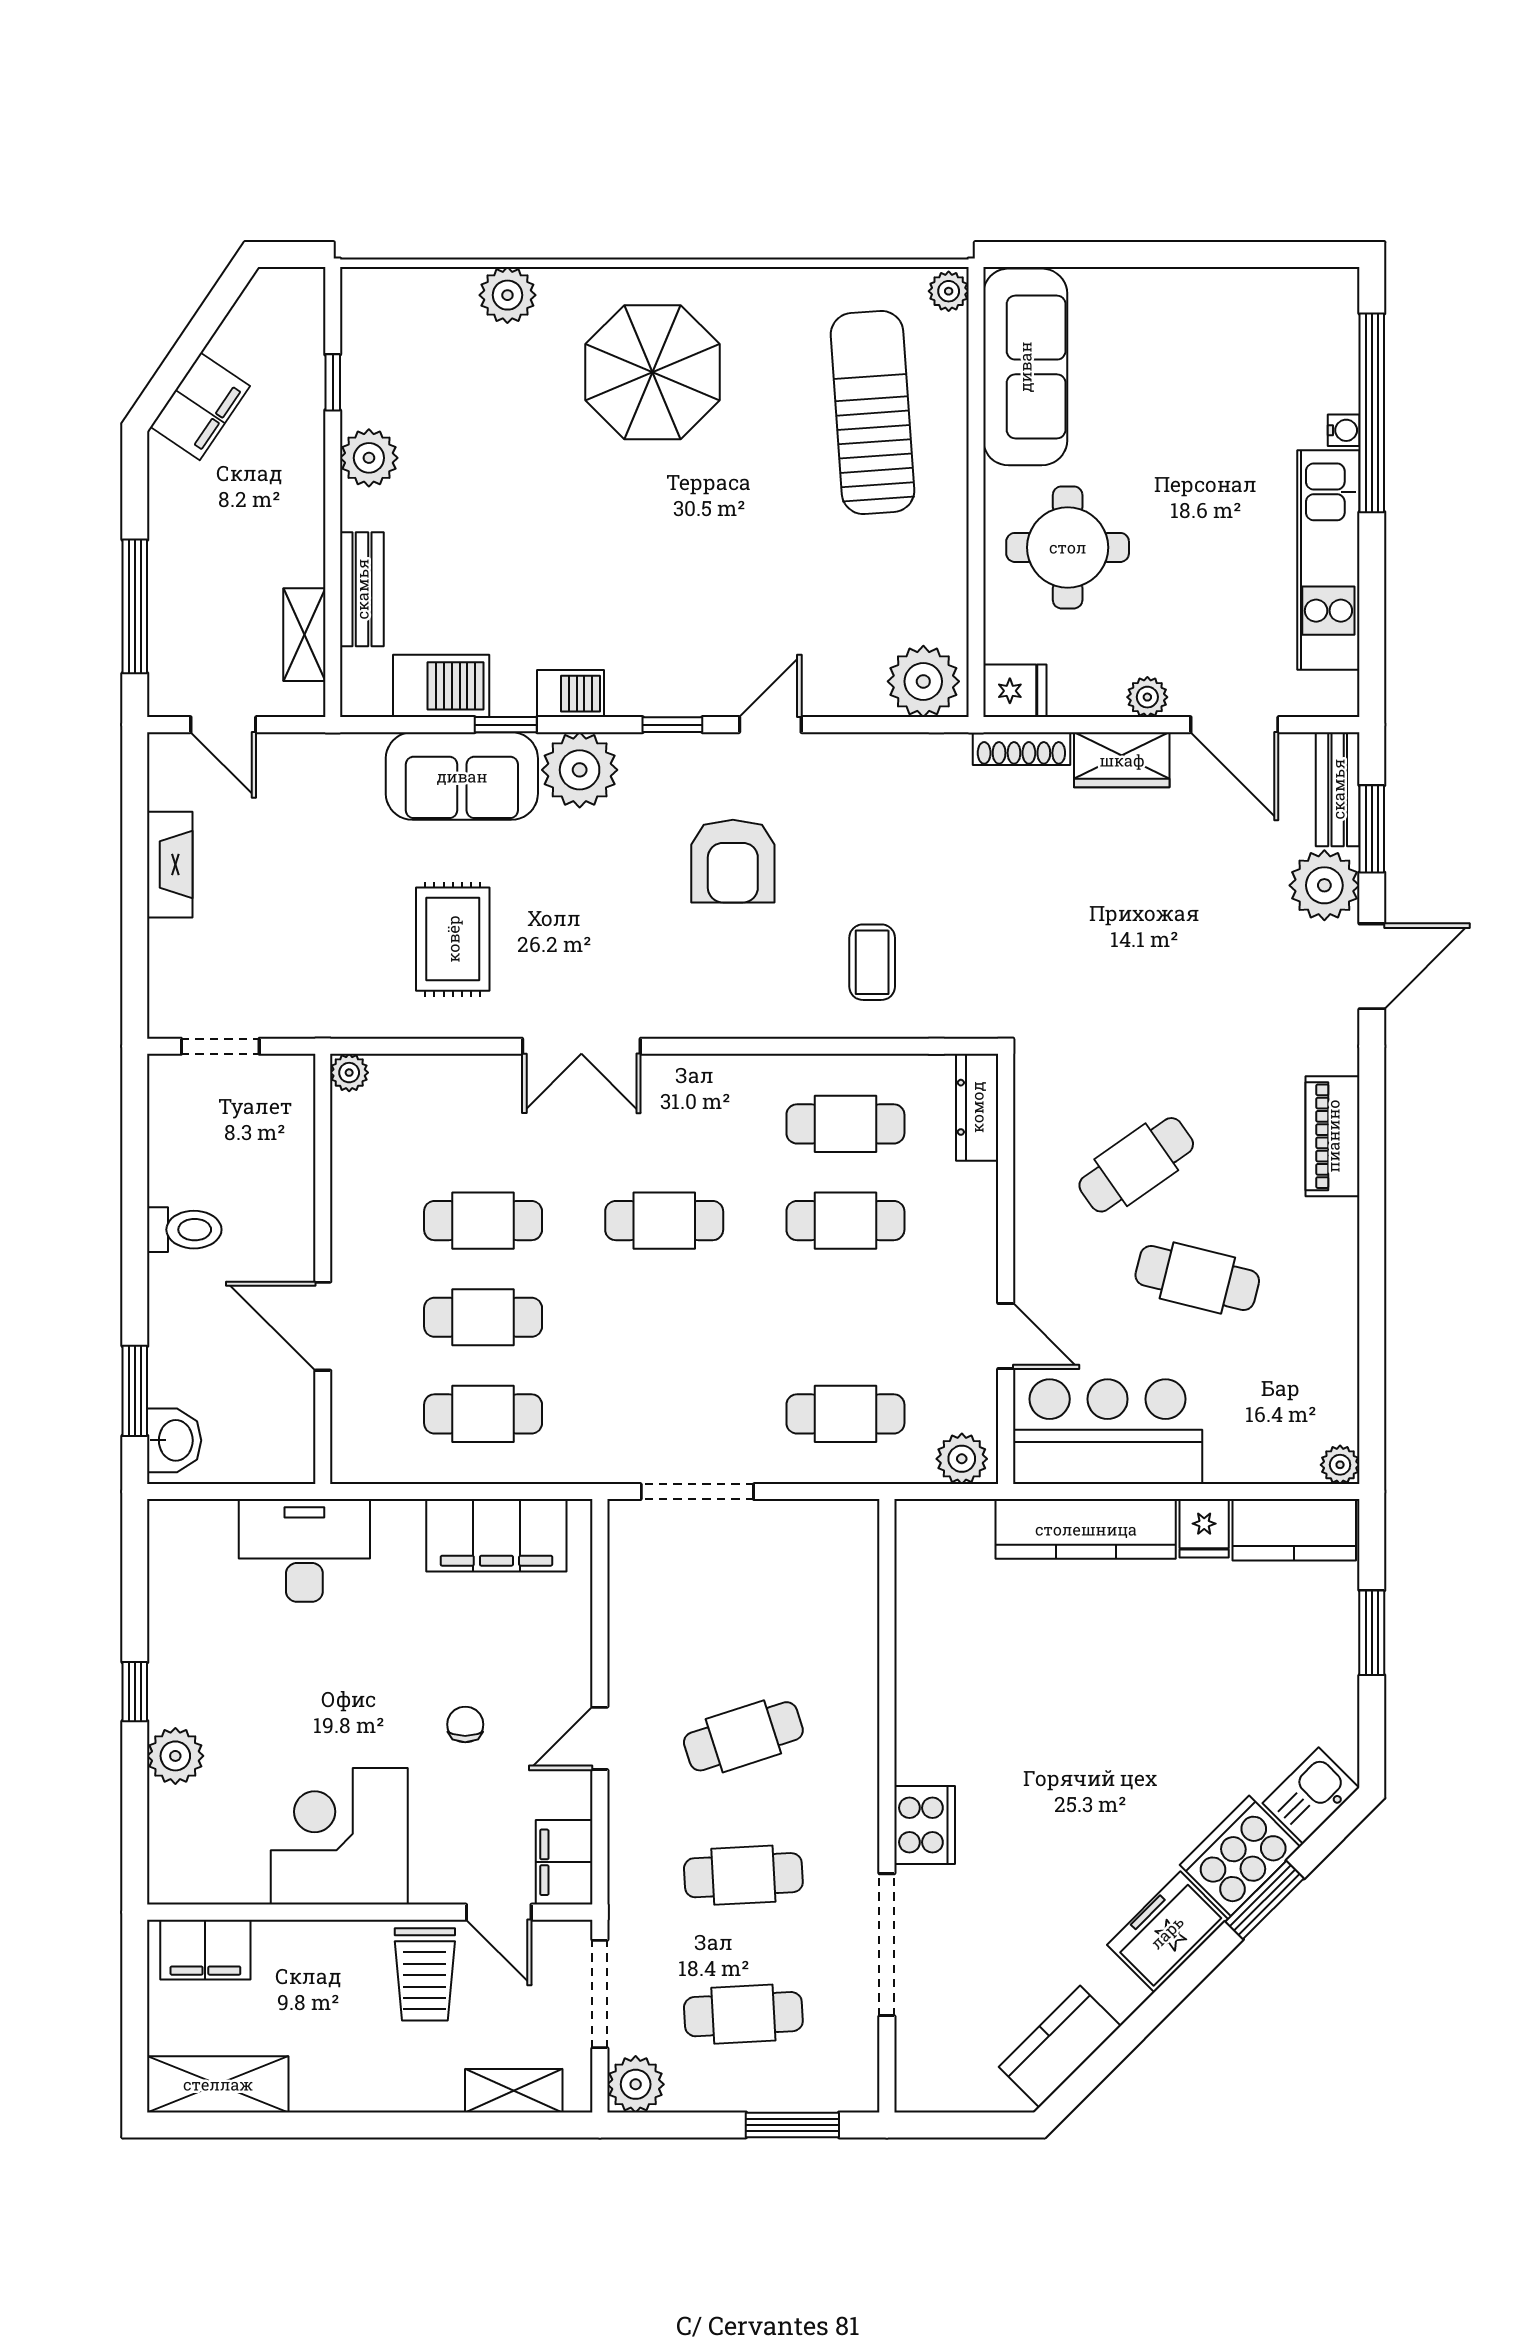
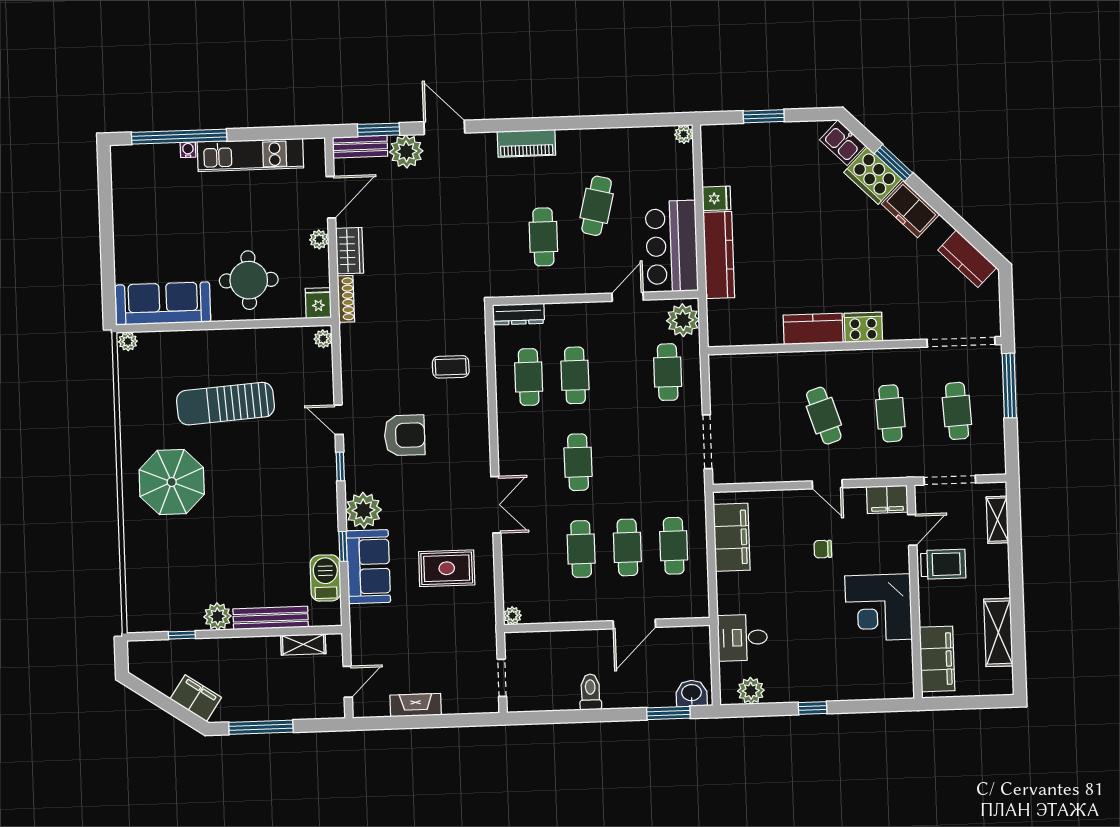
plant: (507, 295) -> (137, 553), removed
sun lounger: (872, 413) -> (225, 404), moved
bench: (362, 589) -> (271, 618), width x1.36
window: (135, 606) -> (261, 727), moved
plant: (923, 681) -> (323, 339), width x0.53, depth x0.53
barbecue: (571, 694) -> (327, 516), removed
cafe table: (1136, 1165) -> (543, 237), turned 35
plant: (962, 1459) -> (683, 320), width x1.36, depth x1.36
kitchen counter: (1294, 1530) -> (813, 329), moved, turned -90
desk: (304, 1550) -> (742, 638), width x0.73
plant: (175, 1756) -> (751, 691), moved
doorway: (887, 1945) -> (961, 342), moved
filing cabinet: (205, 1950) -> (937, 659), width x1.50, depth x1.17
shelving: (218, 2084) -> (998, 632), moved
plant: (636, 2084) -> (992, 461), removed
window: (792, 2125) -> (1009, 386), width x1.44

